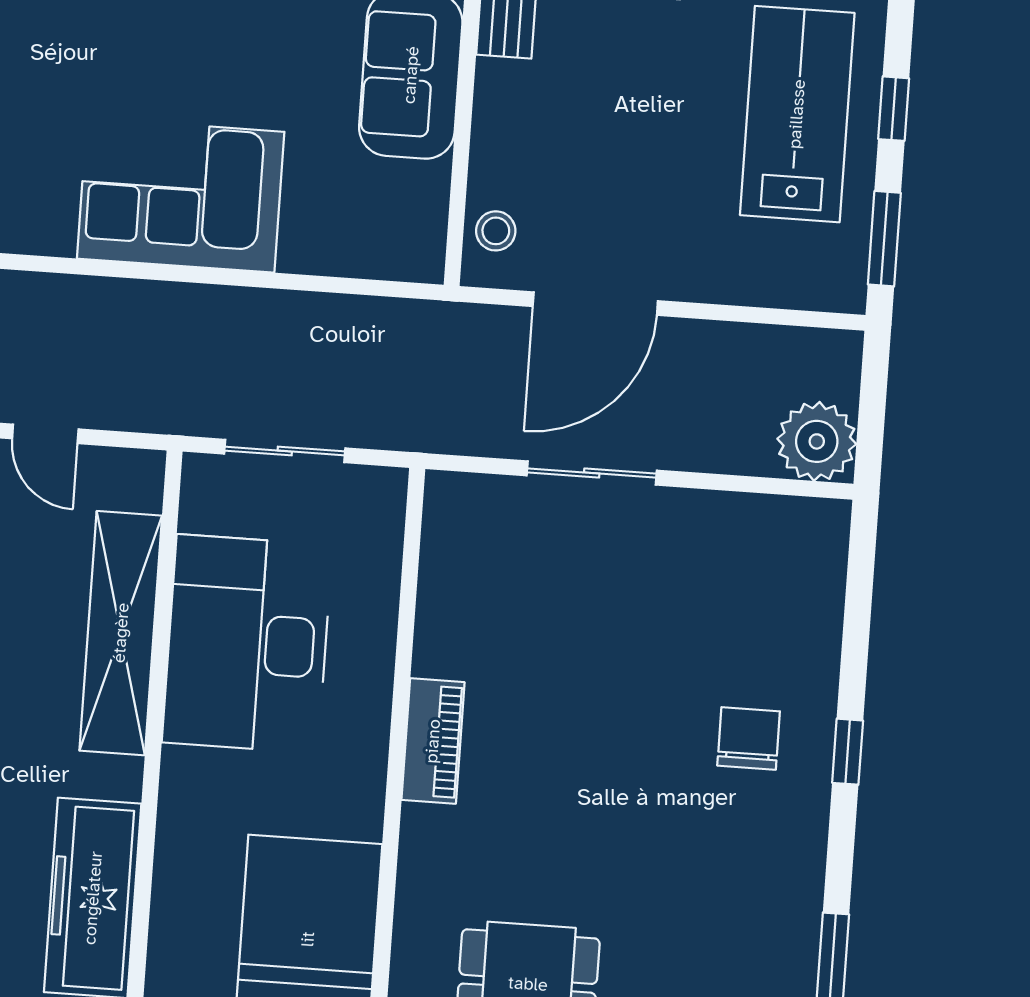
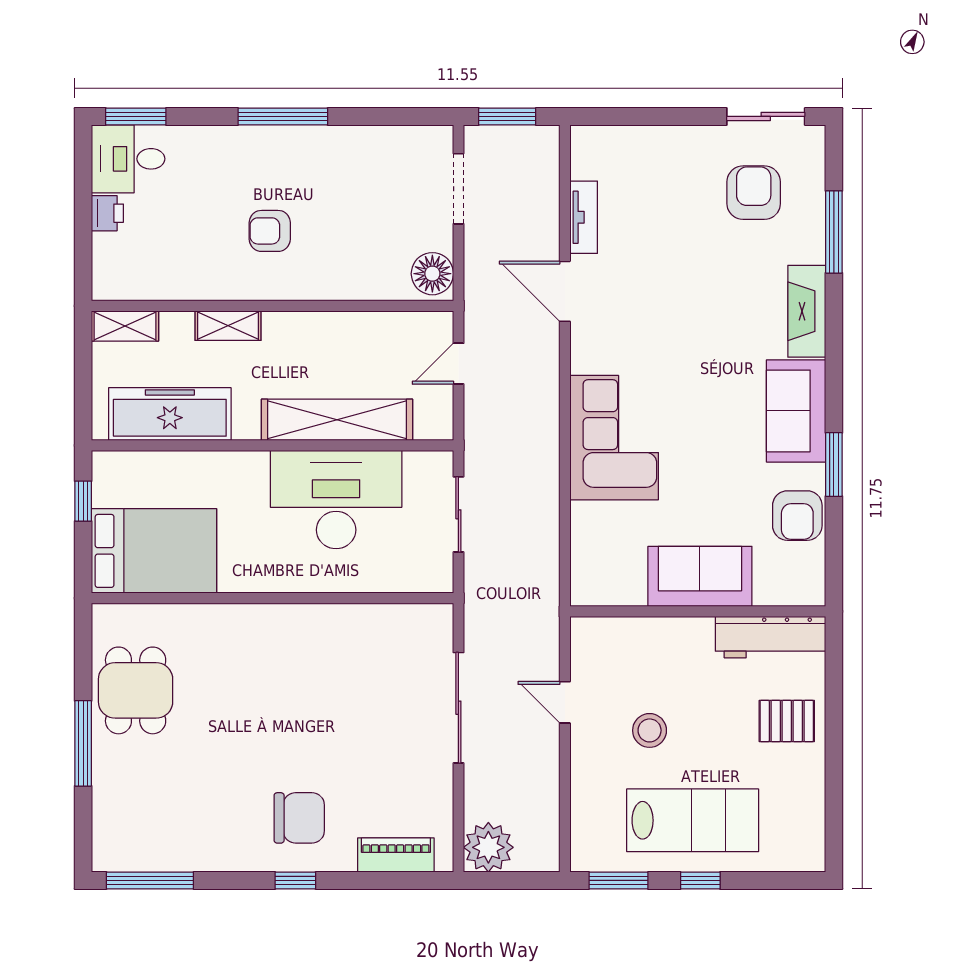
stool: (496, 231) -> (650, 730), moved, width x1.37, depth x1.37
door: (595, 304) -> (565, 702), width x0.53
sliding door: (592, 473) -> (458, 708), width x1.37
chair: (749, 738) -> (299, 818), width x1.37, depth x1.37
piano: (433, 741) -> (396, 855), moved, turned 180

